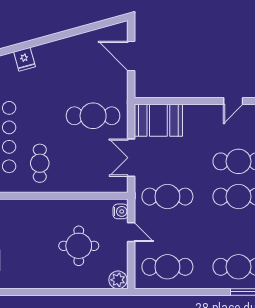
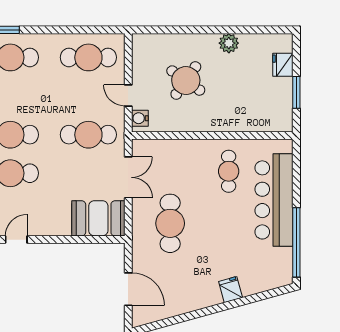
fridge: (24, 59) -> (231, 290), moved
cafe table: (93, 116) -> (170, 223), turned 90
round table: (79, 246) -> (186, 81), turned 35
plant: (118, 280) -> (229, 43), moved

